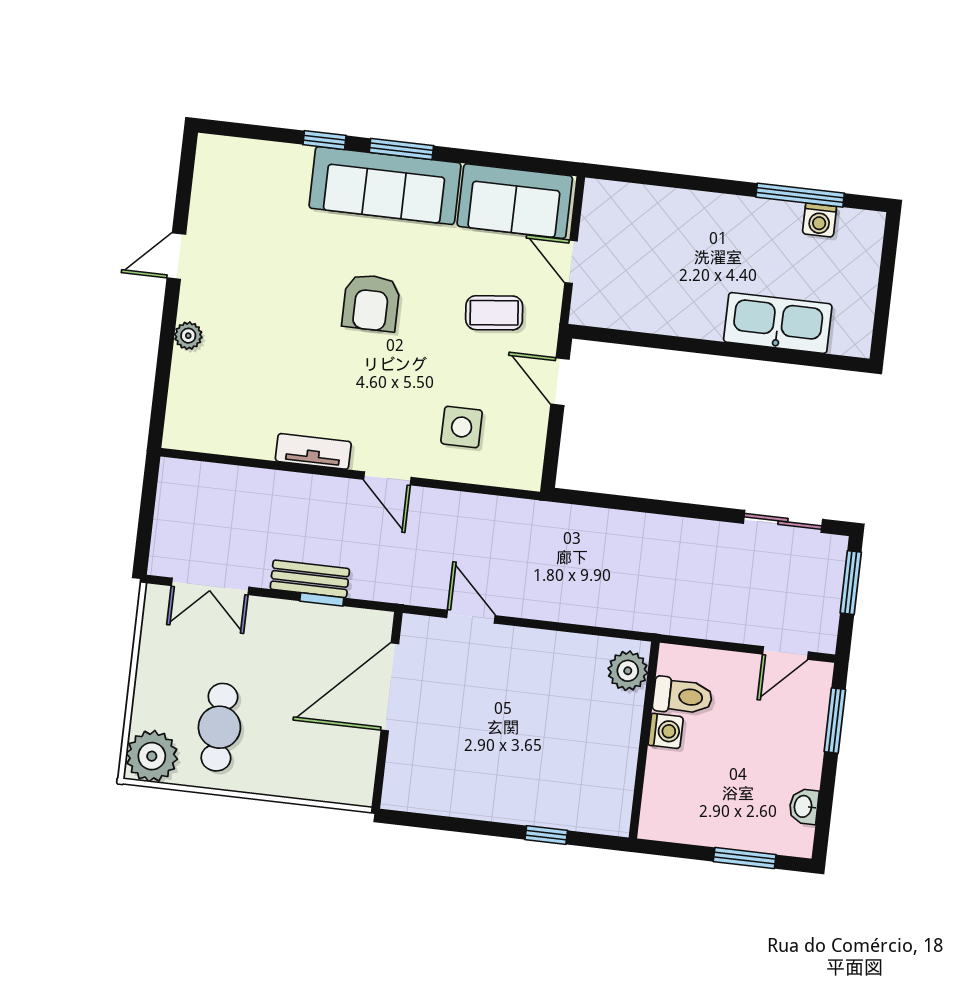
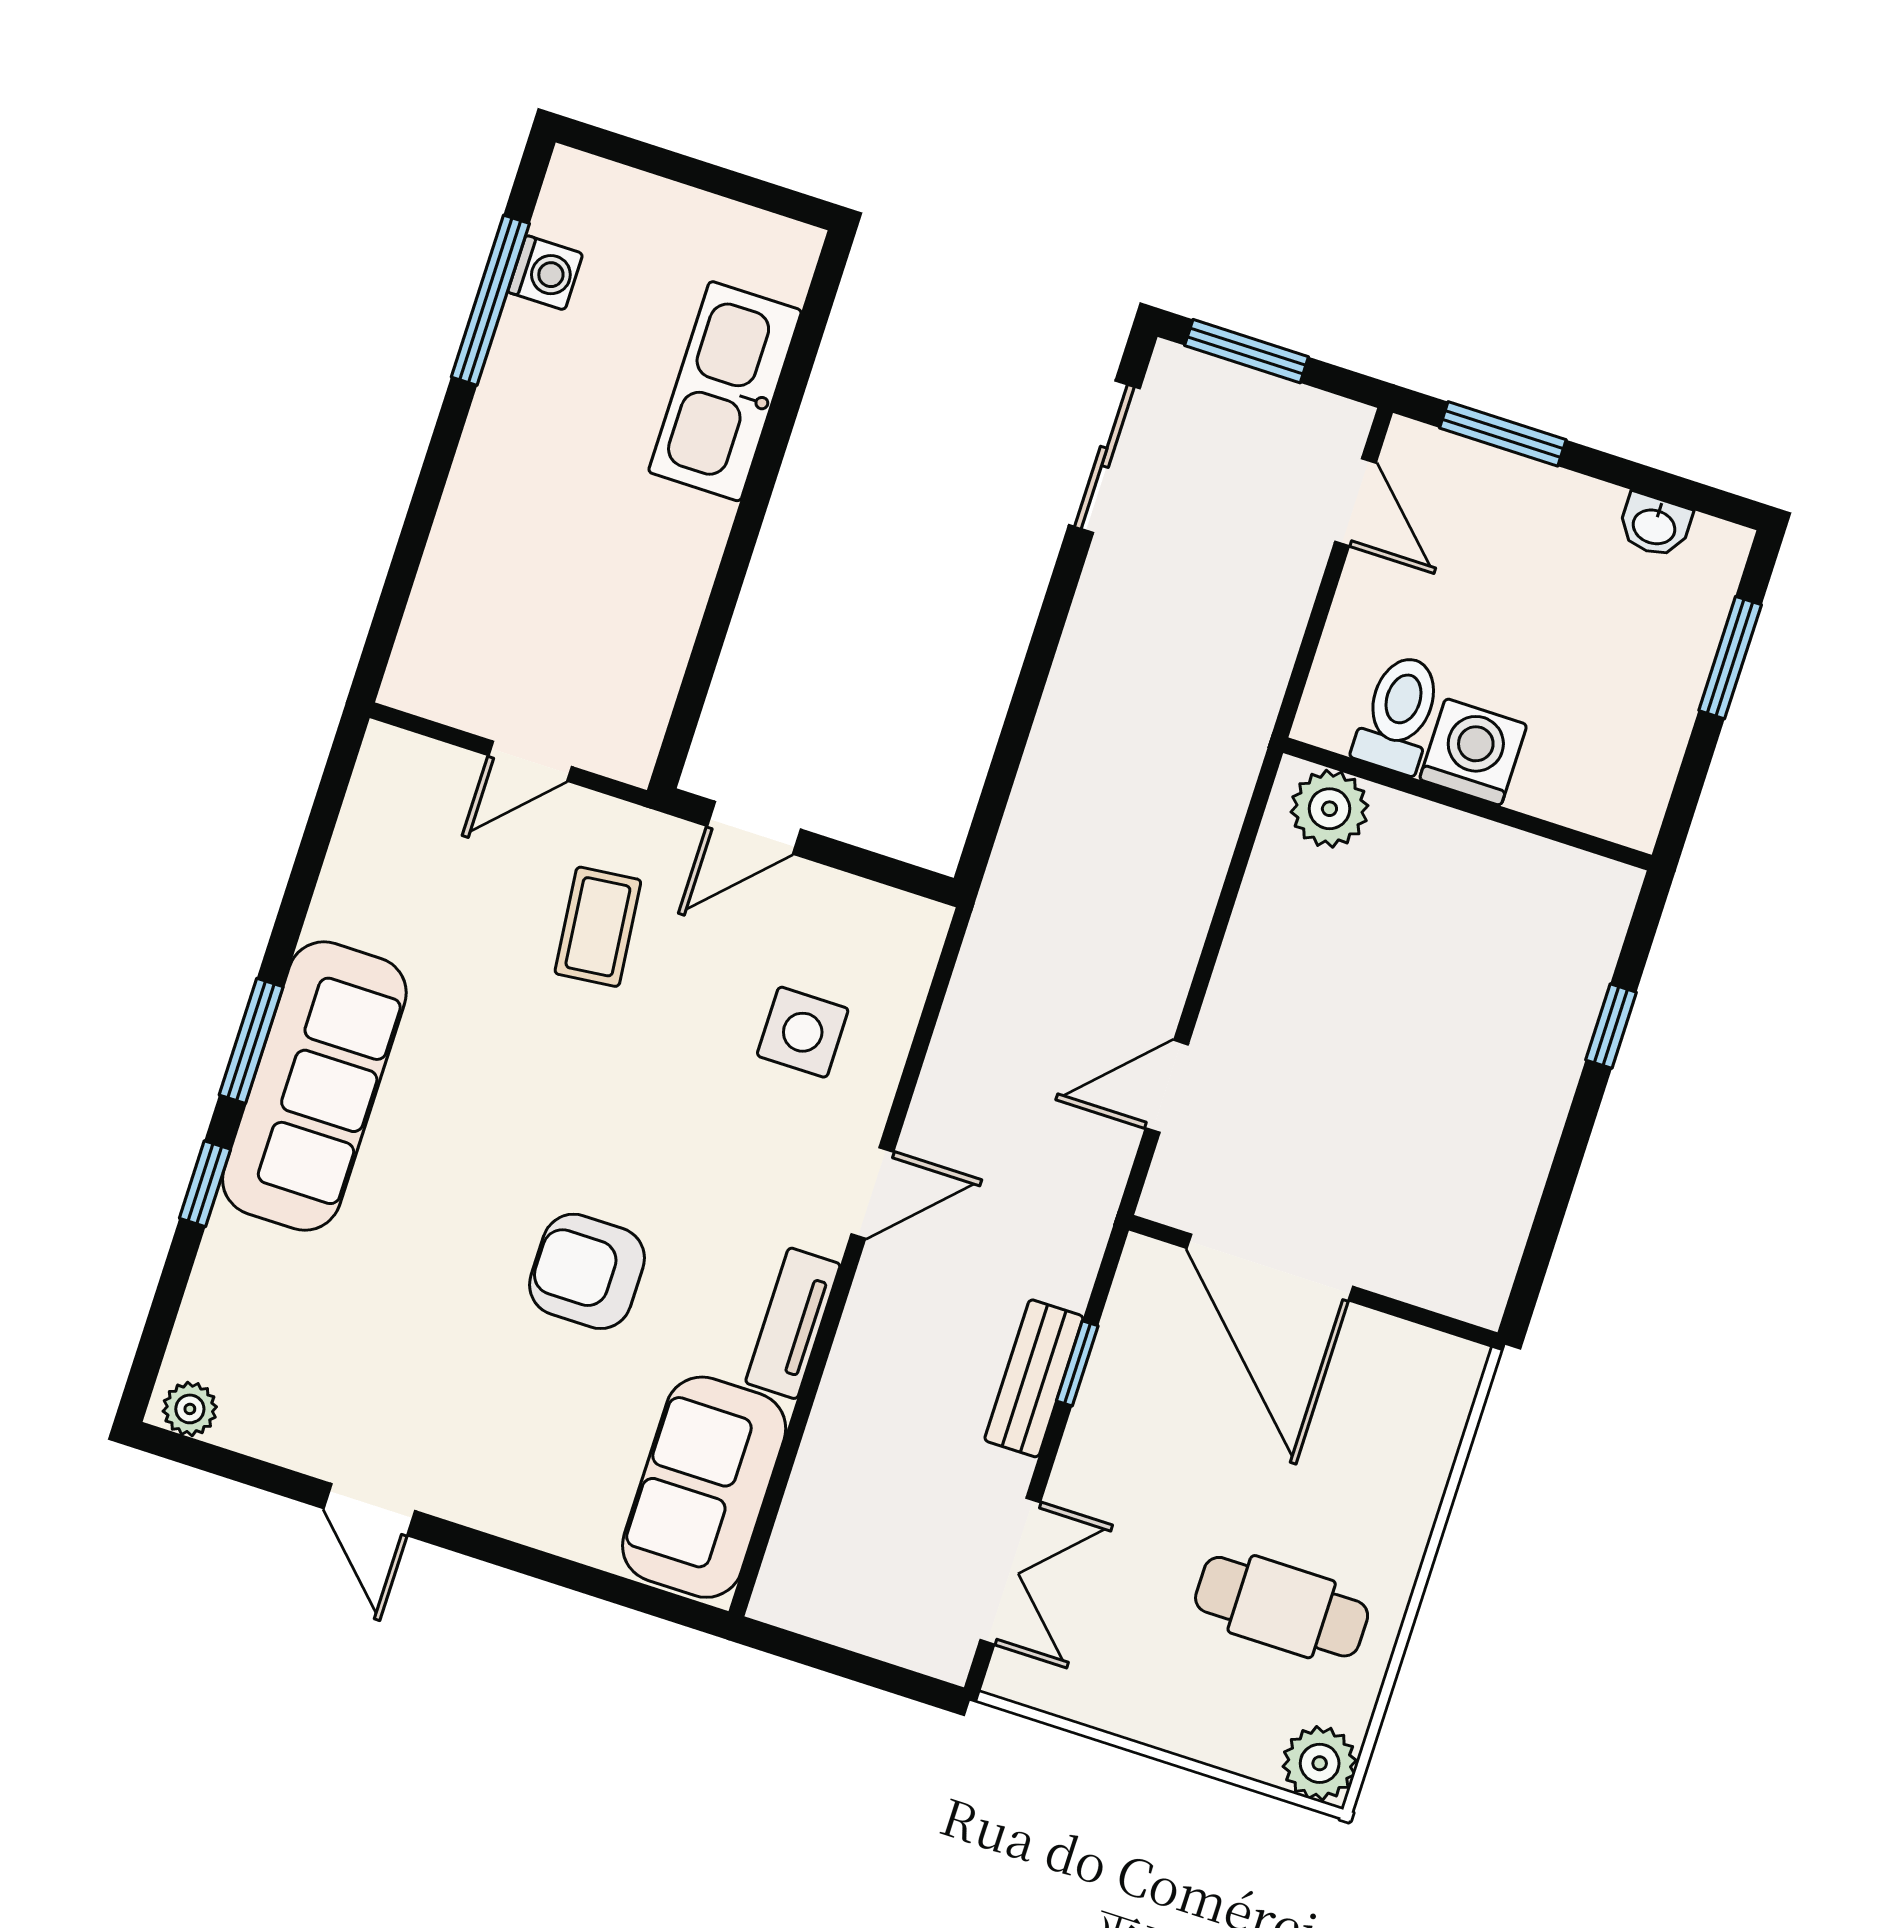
sofa: (515, 201) -> (704, 1487), moved, turned 180
armchair: (371, 303) -> (587, 1271), moved, turned 180
plant: (188, 336) -> (190, 1409), moved
washing machine: (666, 731) -> (1473, 752), width x1.38, depth x1.38
plant: (152, 756) -> (1320, 1763), width x0.73, depth x0.73

